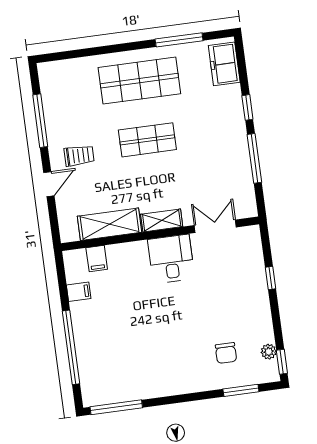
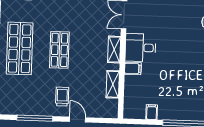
shelving: (109, 224) -> (113, 84), width x0.67, depth x0.75
filing cabinet: (97, 259) -> (133, 69), moved

